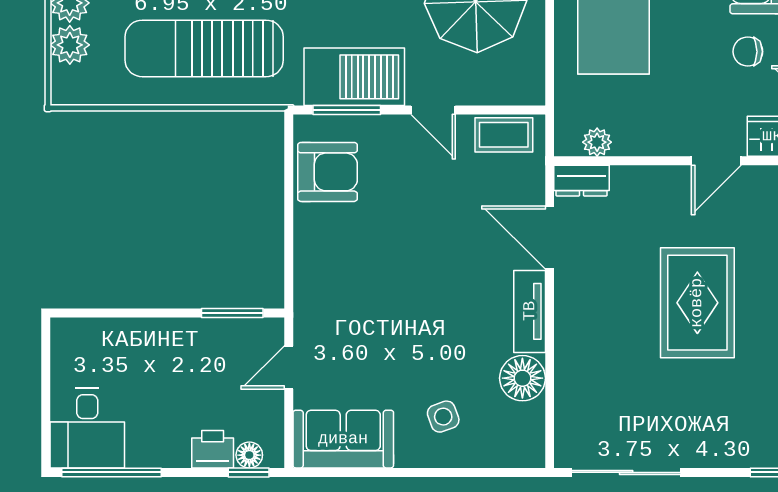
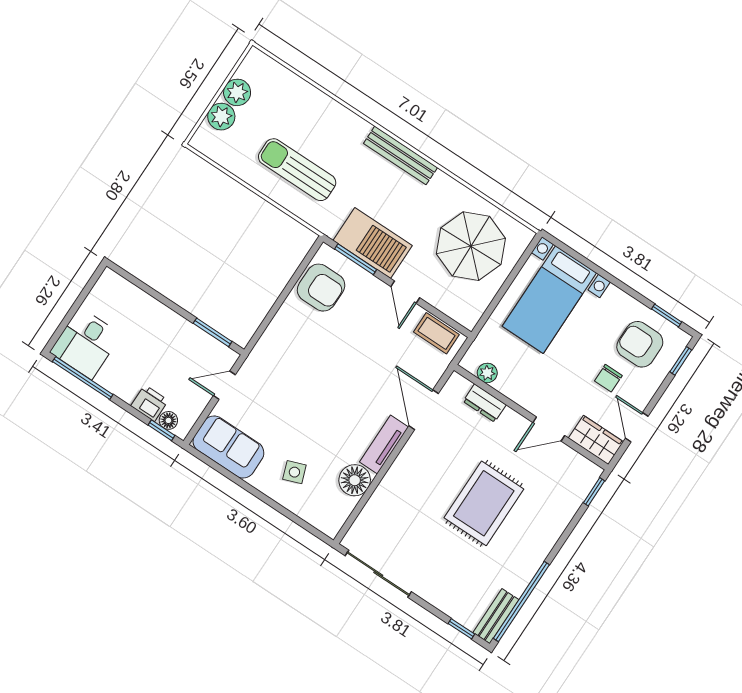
sun lounger: (204, 48) -> (297, 170), width x0.73, depth x0.75
chair: (748, 52) -> (608, 378), turned -90
dresser: (582, 181) -> (485, 403), moved

